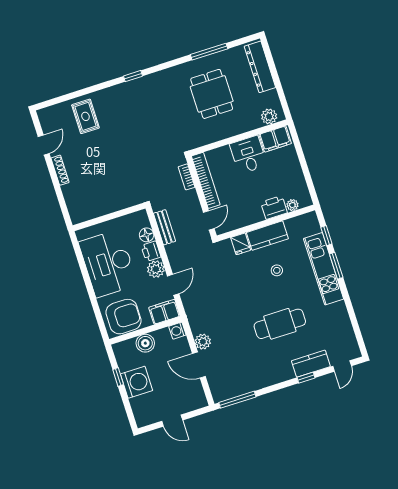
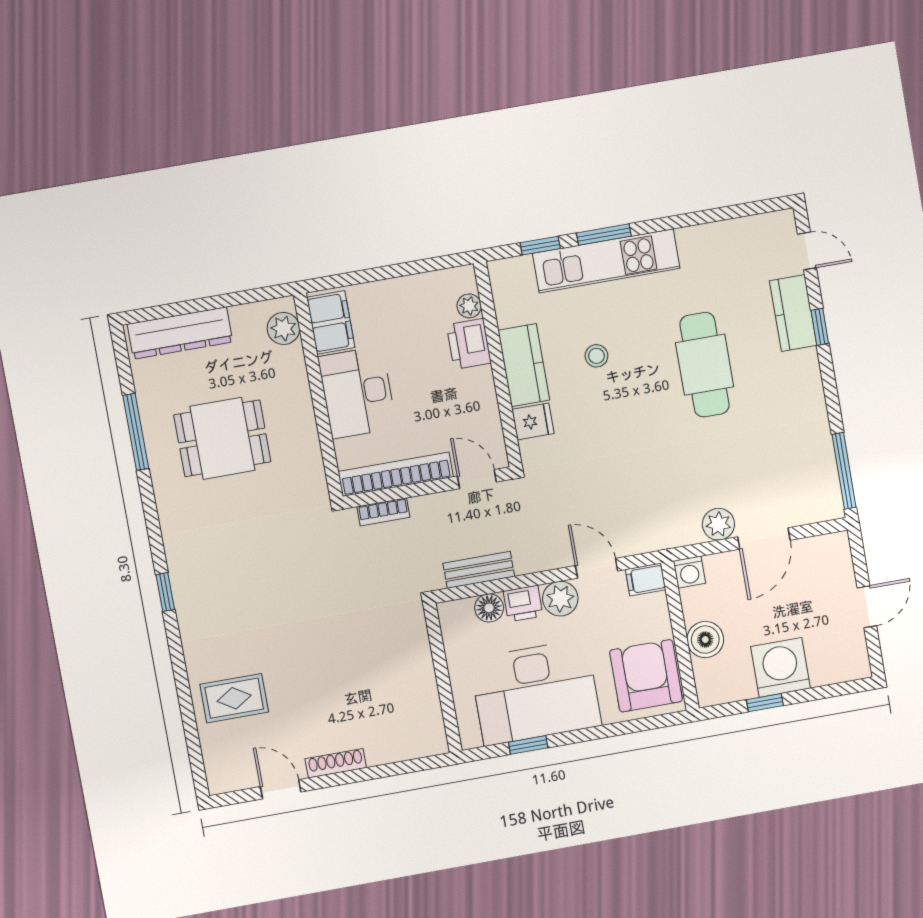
desk: (248, 155) -> (357, 392), width x1.37
window: (82, 263) -> (528, 745), added
filing cabinet: (164, 312) -> (646, 580), width x0.50

